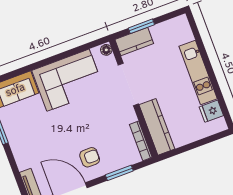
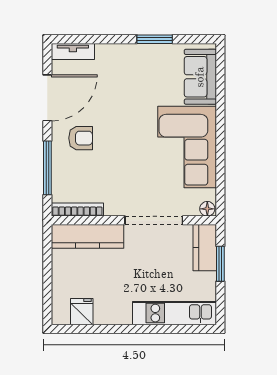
kitchen unit: (198, 72) -> (175, 313), moved
armchair: (90, 157) -> (81, 138), turned -90
window: (119, 173) -> (47, 168), width x1.44

